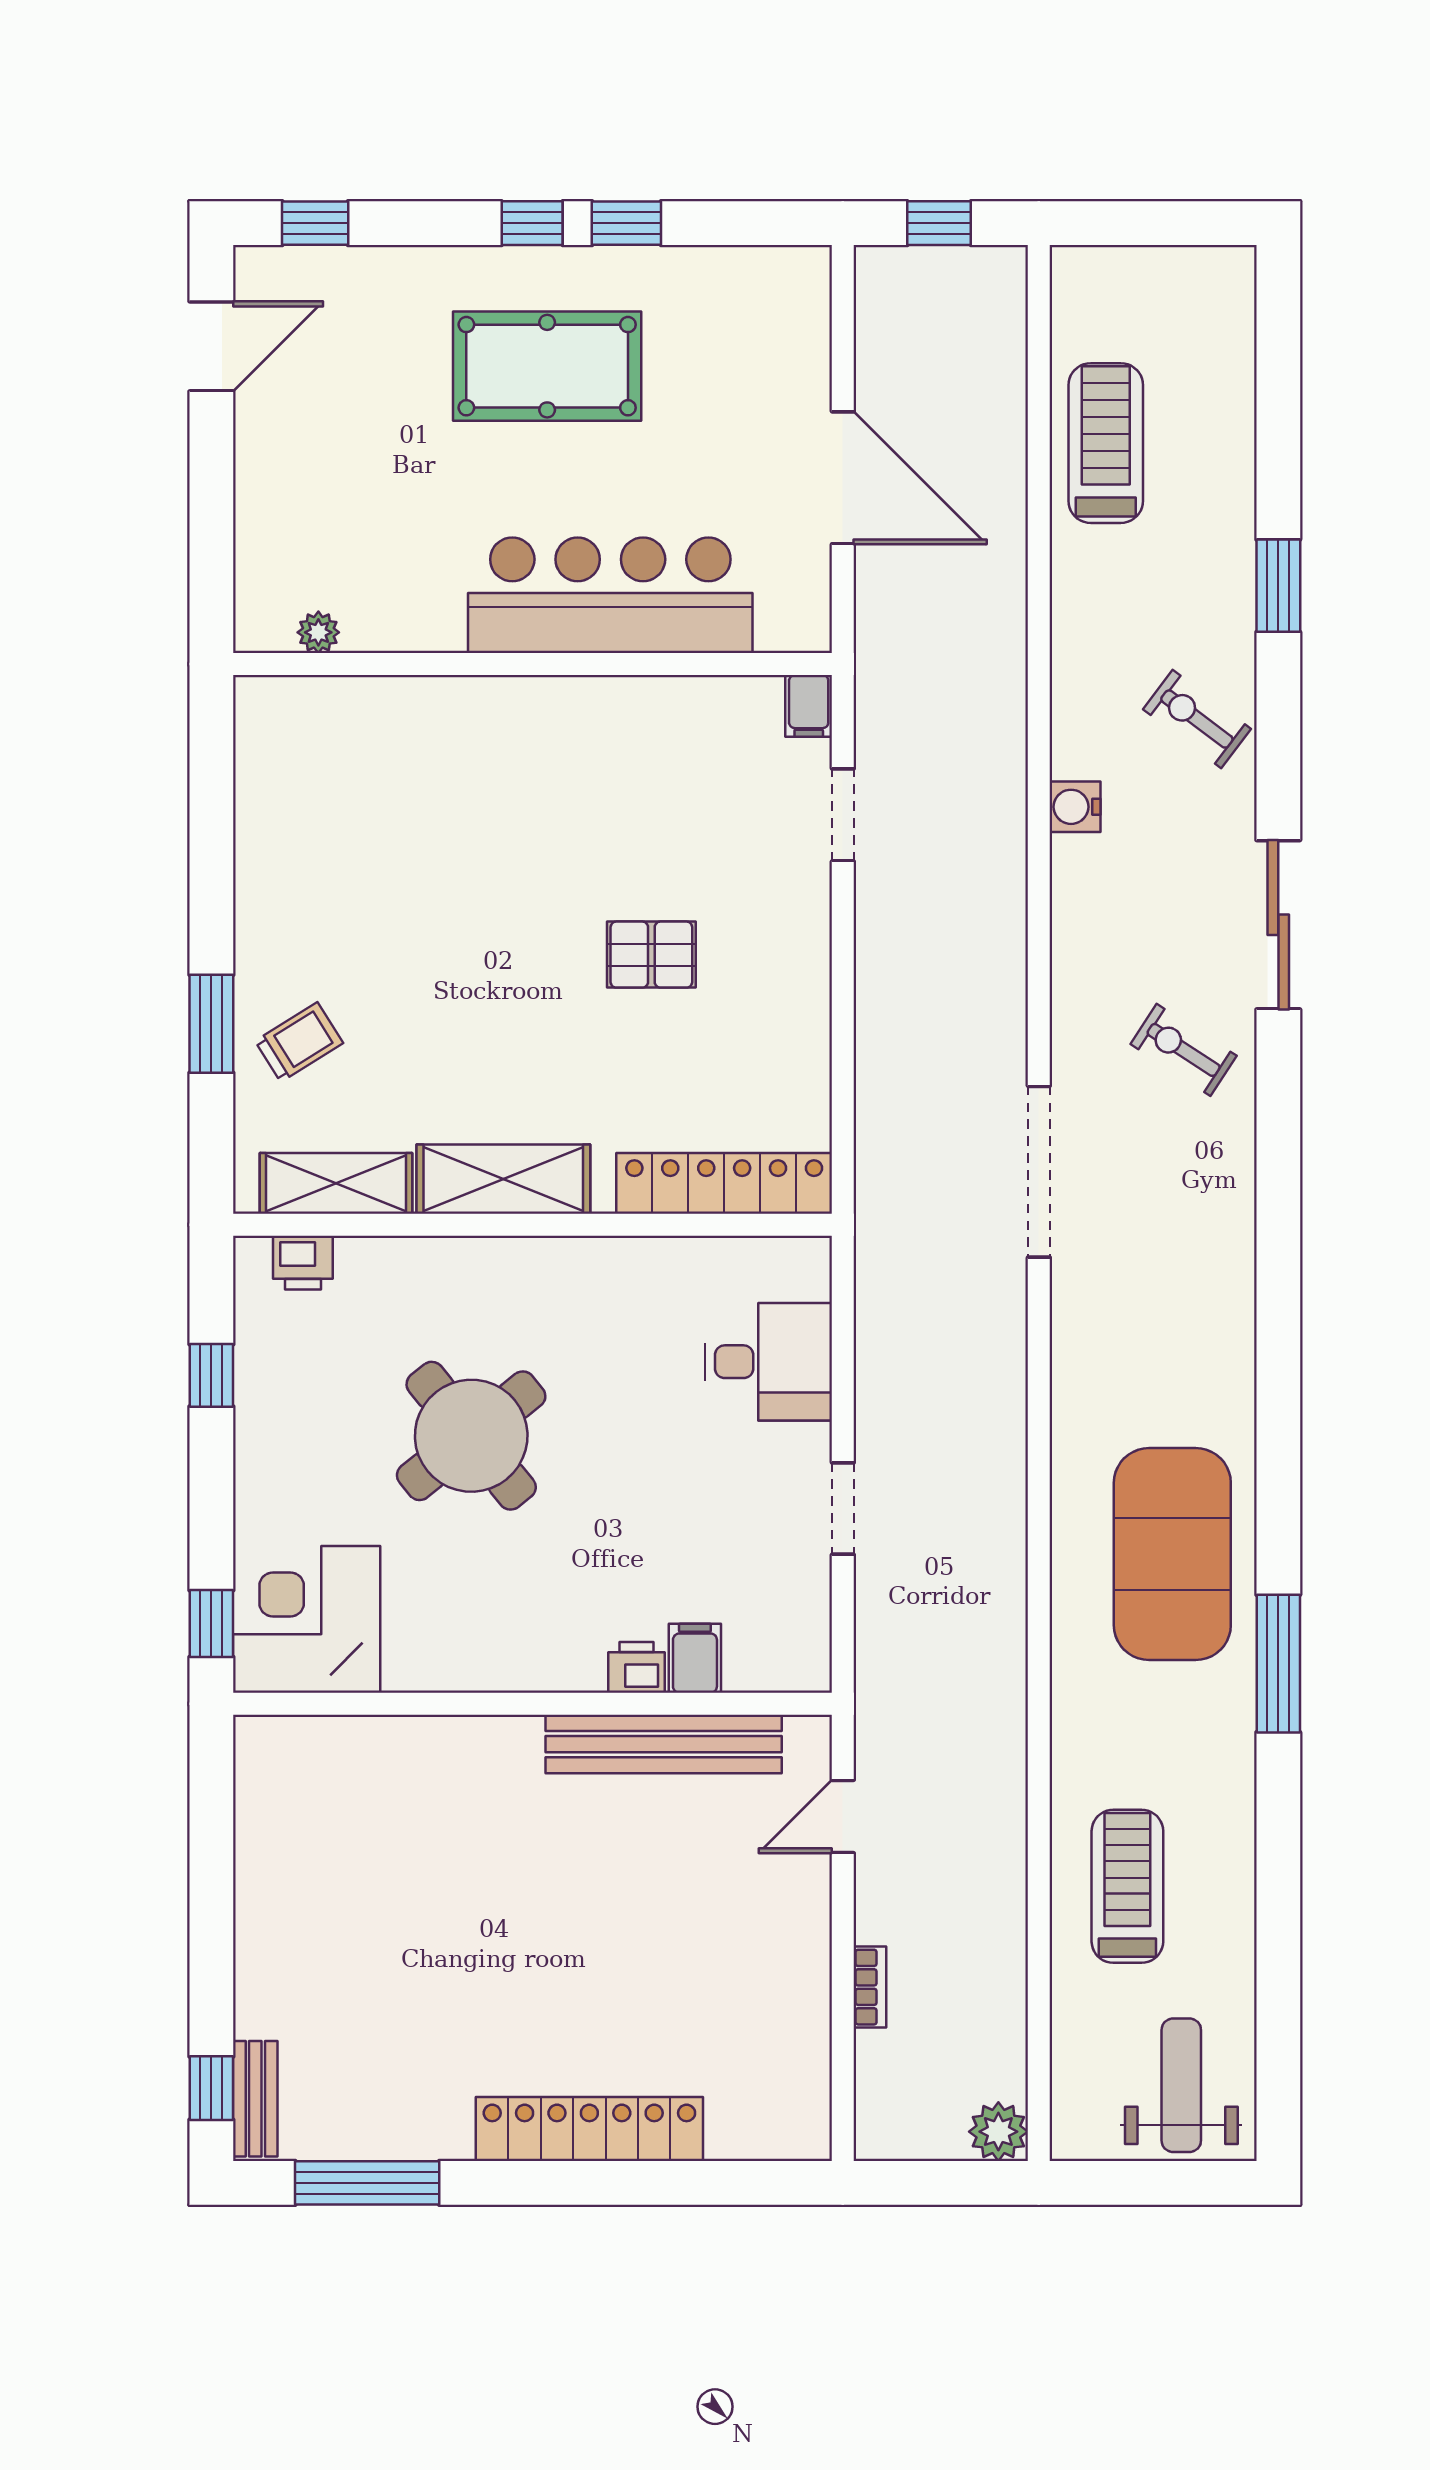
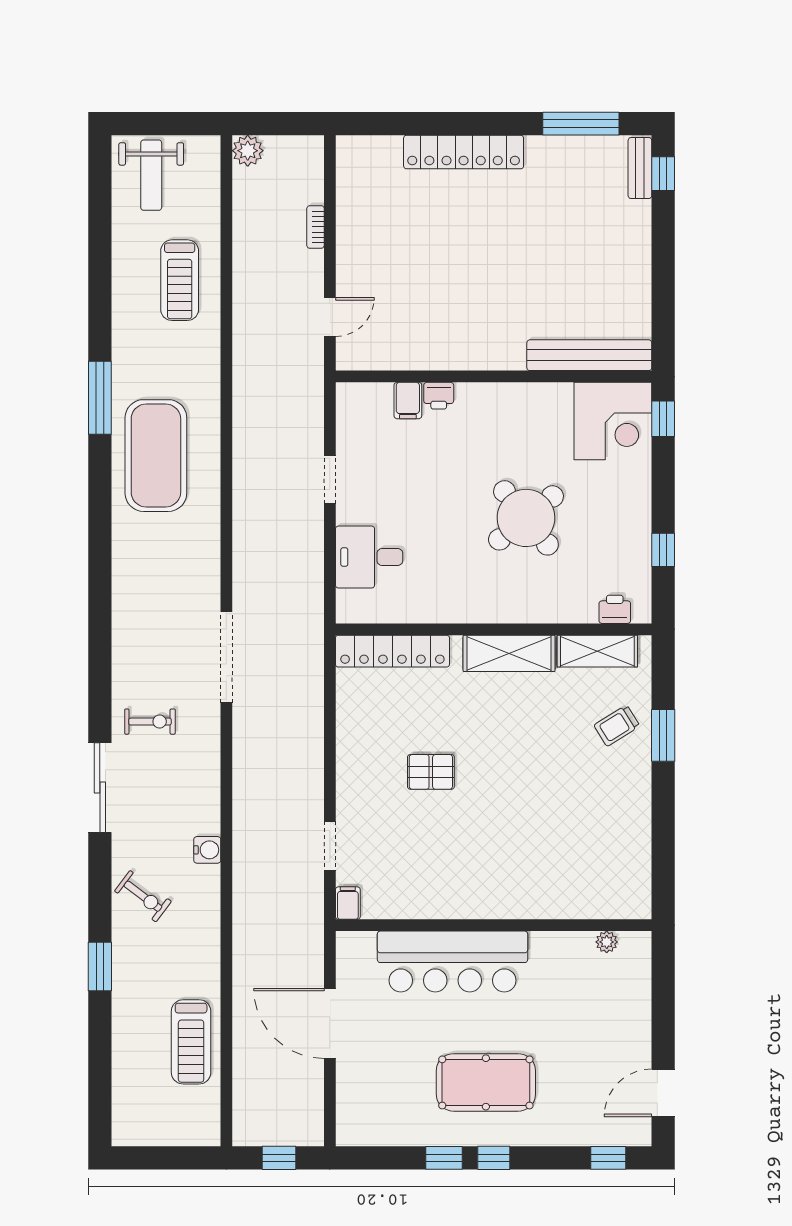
exercise bike: (1184, 1050) -> (150, 722), turned -33
bench: (664, 1744) -> (589, 355), moved

